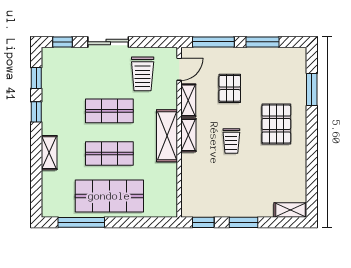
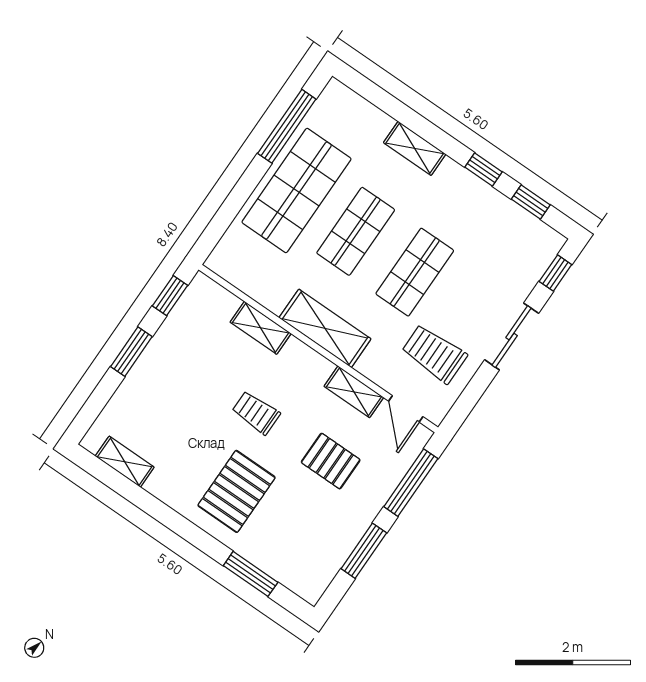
pallet: (276, 124) -> (237, 491), turned 90
shelving: (188, 135) -> (261, 328), moved
shelving: (290, 210) -> (125, 462), moved, turned 90

